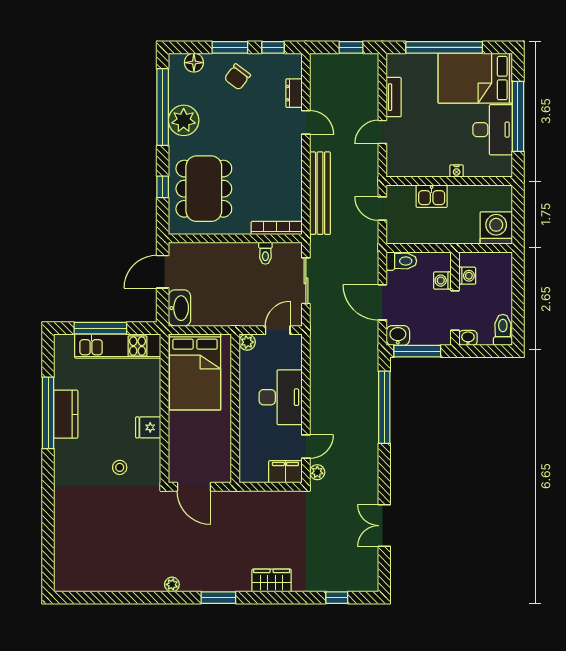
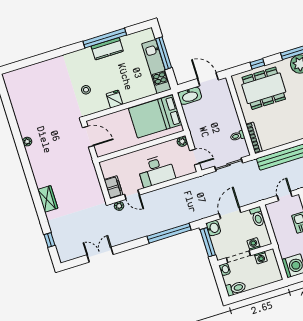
door: (194, 487) -> (88, 137), swing flipped
window: (218, 598) -> (28, 171), removed

